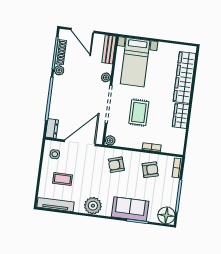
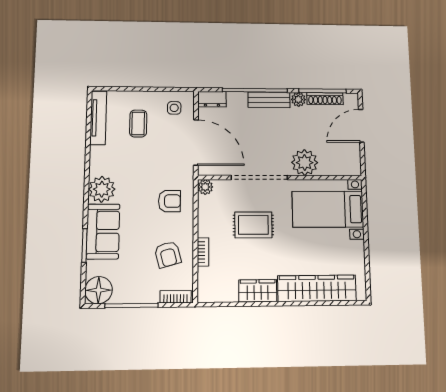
bench: (109, 49) -> (269, 100), moved
plant: (106, 77) -> (305, 163), width x1.87, depth x1.87
armchair: (116, 165) -> (169, 201), turned 107
plant: (93, 206) -> (102, 189), moved

